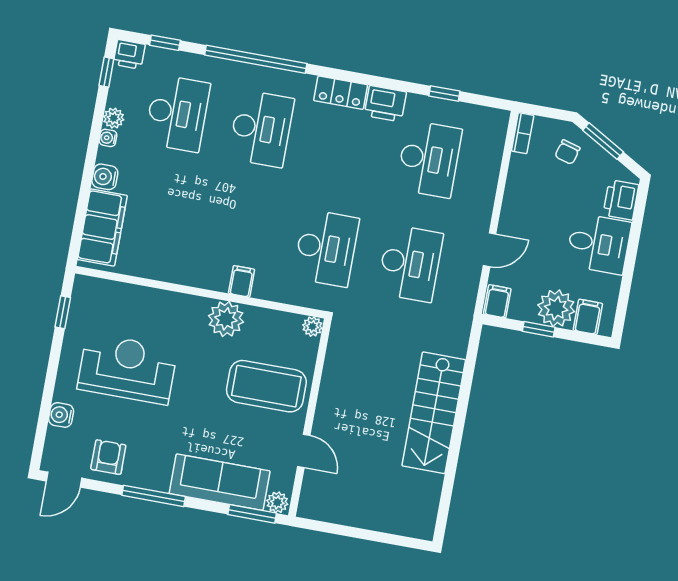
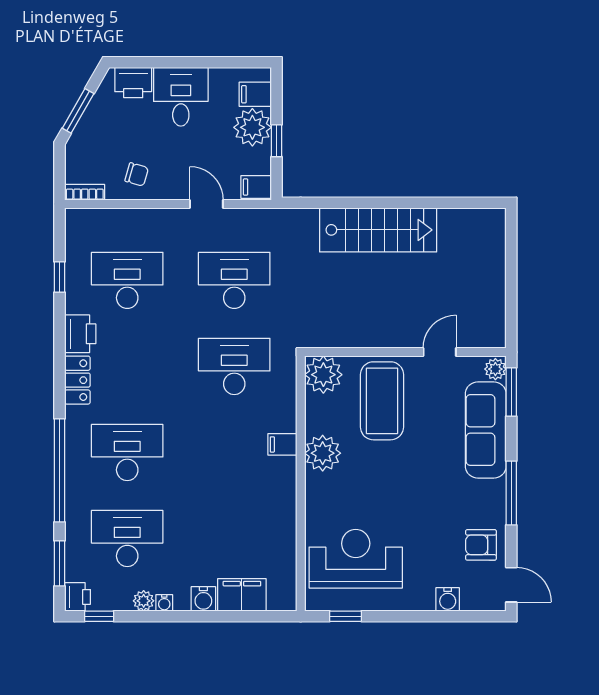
window: (165, 43) -> (59, 563), width x1.50
chair: (567, 152) -> (137, 174), moved
filing cabinet: (102, 227) -> (242, 595), width x0.67, depth x0.86
plant: (312, 327) -> (323, 375), width x1.88, depth x1.88
reception desk: (127, 369) -> (356, 559), moved, turned 90

